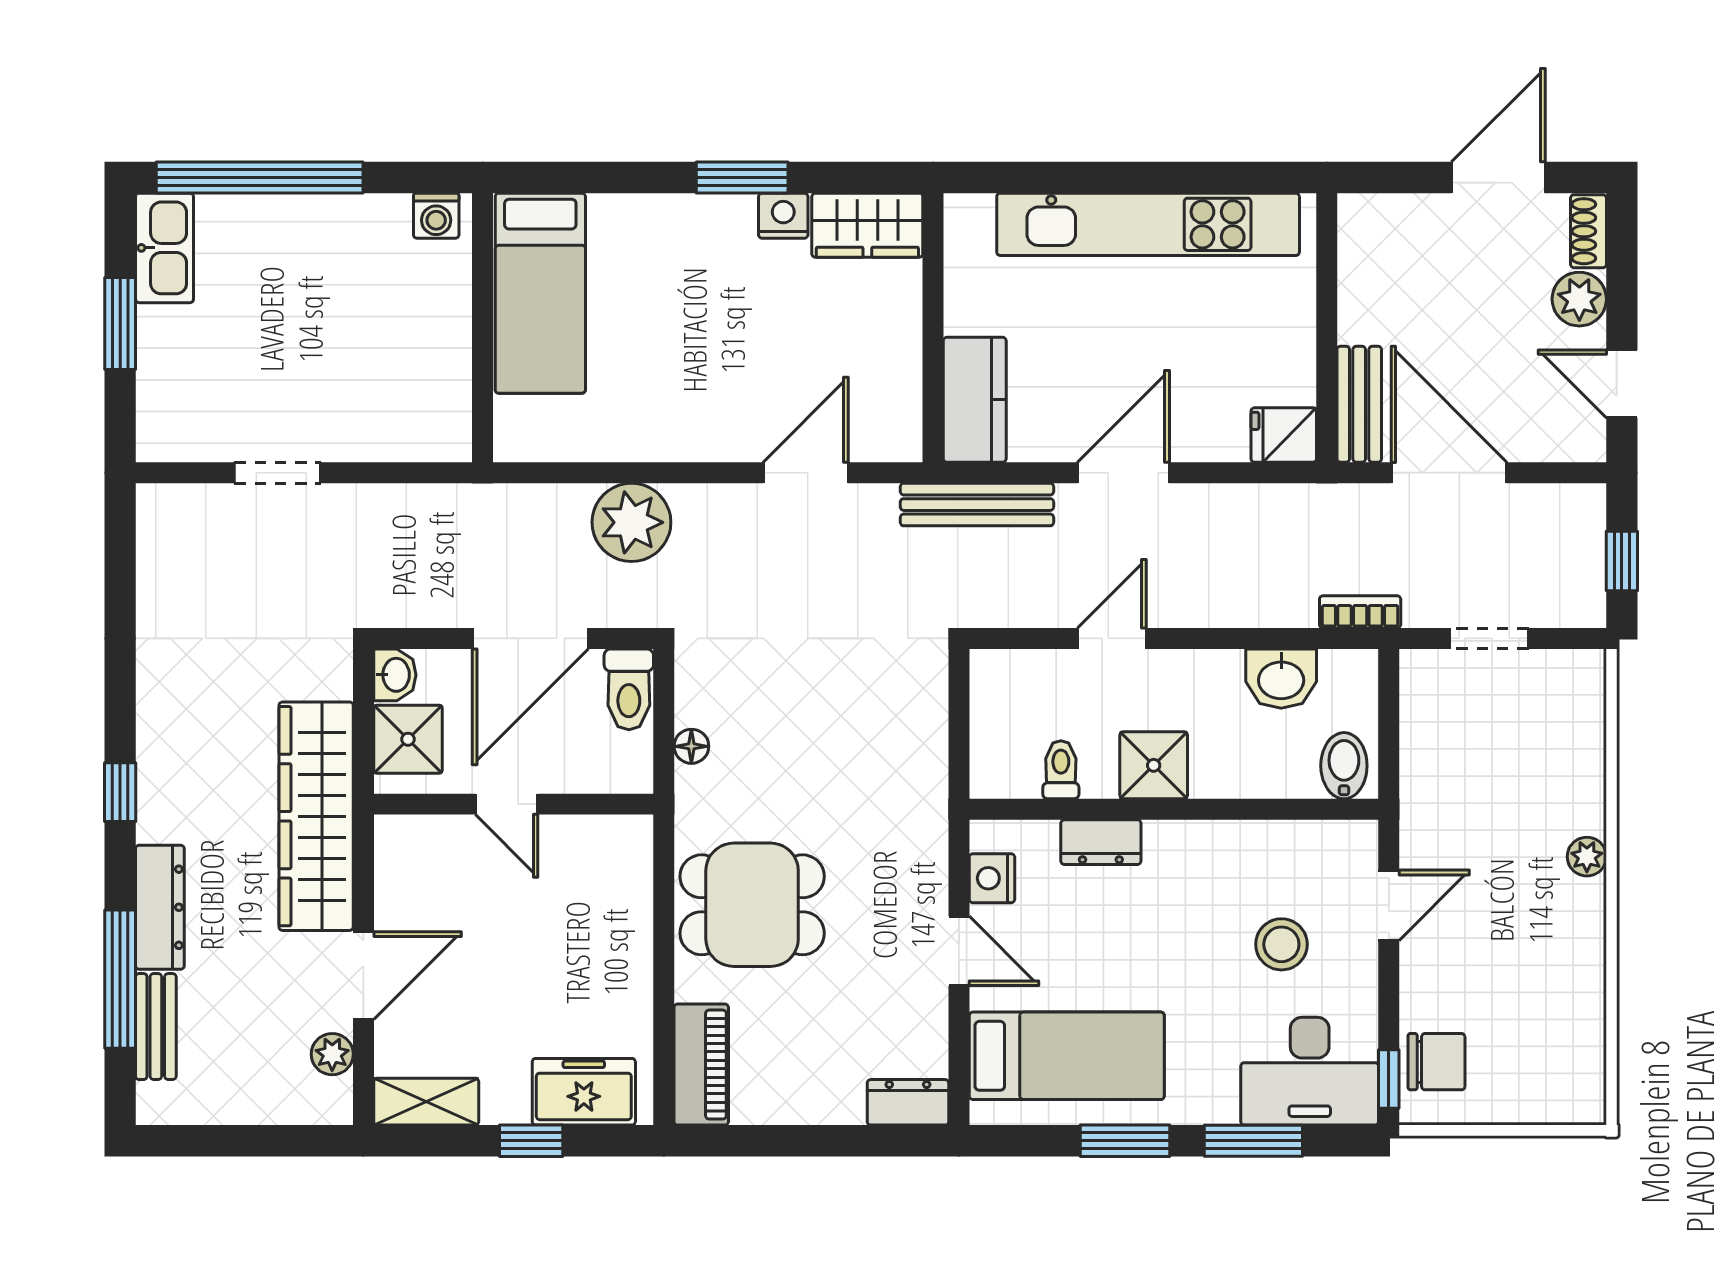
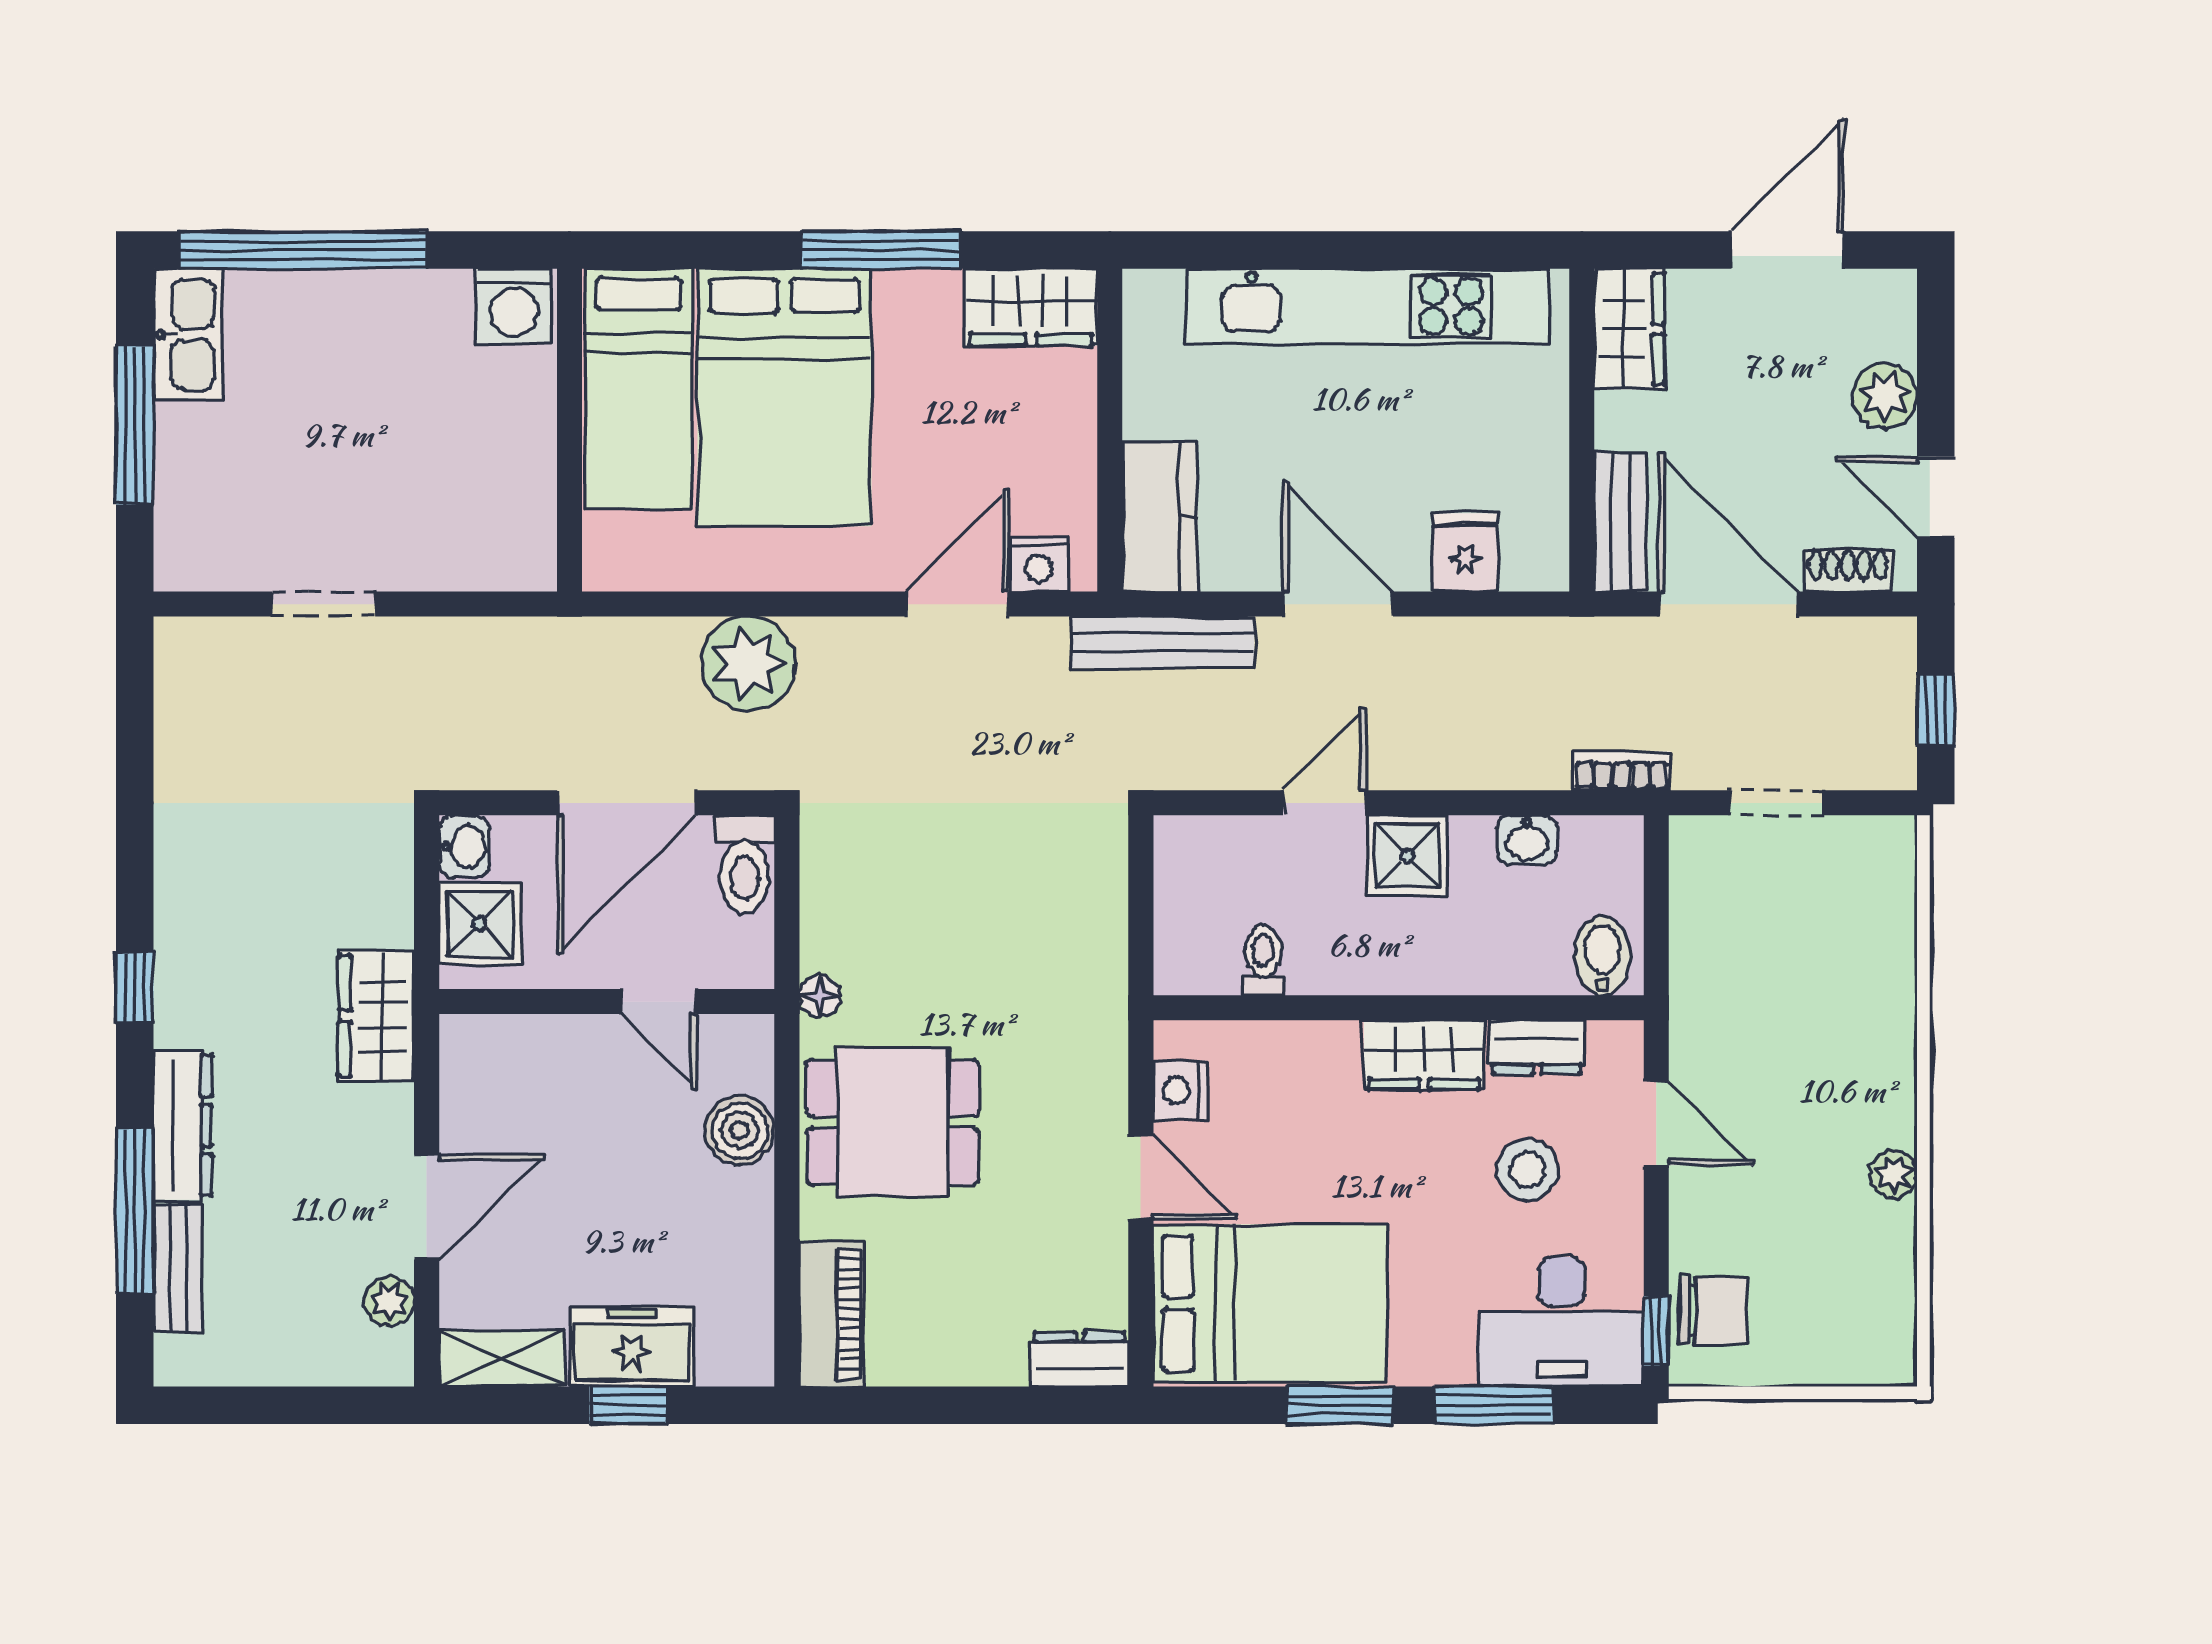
window: (742, 178) -> (881, 250), width x1.44
washing machine: (436, 216) -> (514, 306), width x1.38, depth x1.38
nightstand: (783, 216) -> (1039, 564), moved, turned 180
shoe rack: (1588, 231) -> (1848, 570), moved, turned 90
wardrobe: (1366, 243) -> (1629, 329), added
bed: (662, 300) -> (785, 397), added
window: (120, 323) -> (135, 425), width x1.44
fridge: (1284, 435) -> (1465, 553), moved, turned 90
door: (1123, 473) -> (1338, 604), hinge flipped
washbasin: (1281, 679) -> (1527, 840), width x0.72, depth x0.69
floor lamp: (691, 746) -> (820, 996), moved
shower: (1154, 765) -> (1407, 856), moved
door: (507, 804) -> (659, 1002), moved
wardrobe: (316, 816) -> (376, 1016), width x0.48, depth x0.85
dresser: (1101, 842) -> (1537, 1047), moved
wardrobe: (1195, 849) -> (1424, 1055), added
plant: (1587, 857) -> (1894, 1174), moved
door: (1389, 905) -> (1656, 1123), hinge flipped
boiler: (624, 912) -> (740, 1130), added
bed: (1067, 1056) -> (1270, 1303), width x1.50
freezer: (584, 1092) -> (631, 1346), moved

